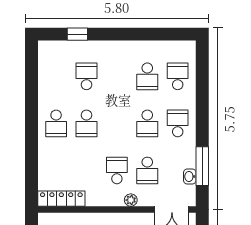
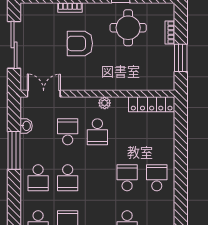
school desk: (147, 123) -> (68, 178), turned 180
window: (202, 166) -> (14, 150), moved
plant: (131, 200) -> (105, 103), moved

